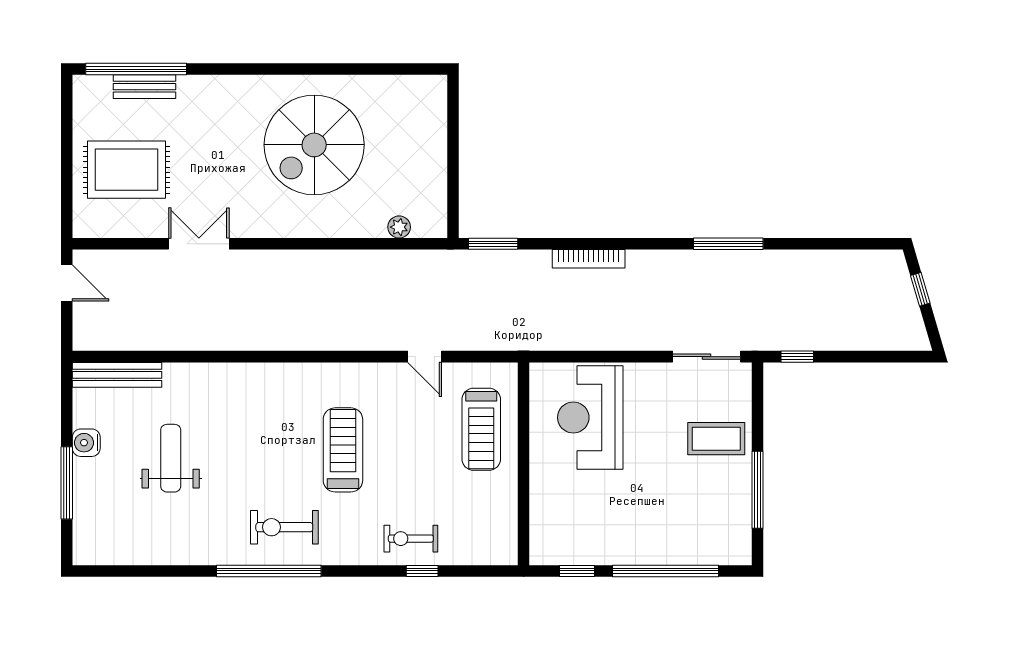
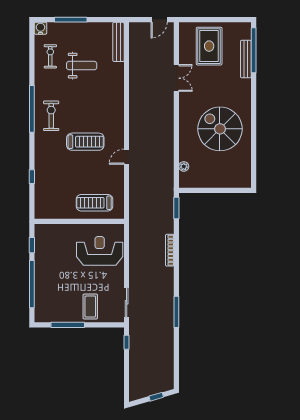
bench: (145, 87) -> (246, 59), width x1.36
door: (425, 357) -> (127, 157), moved
water cooler: (86, 443) -> (40, 28), moved
exercise bike: (411, 539) -> (50, 56), moved

